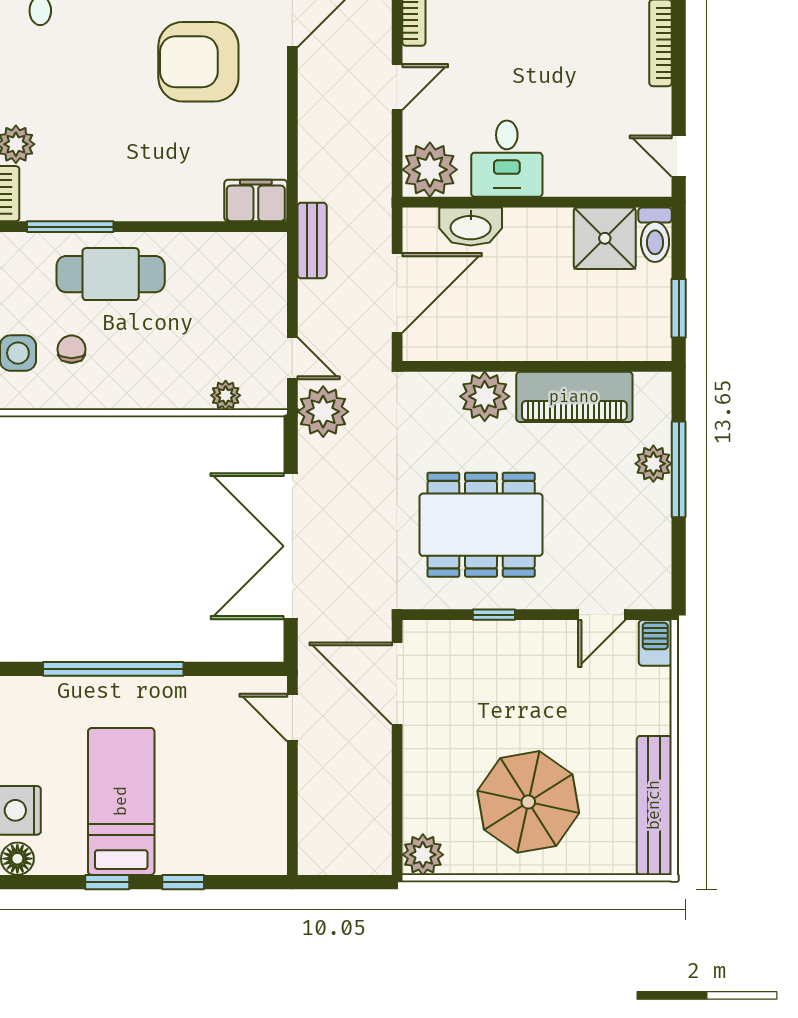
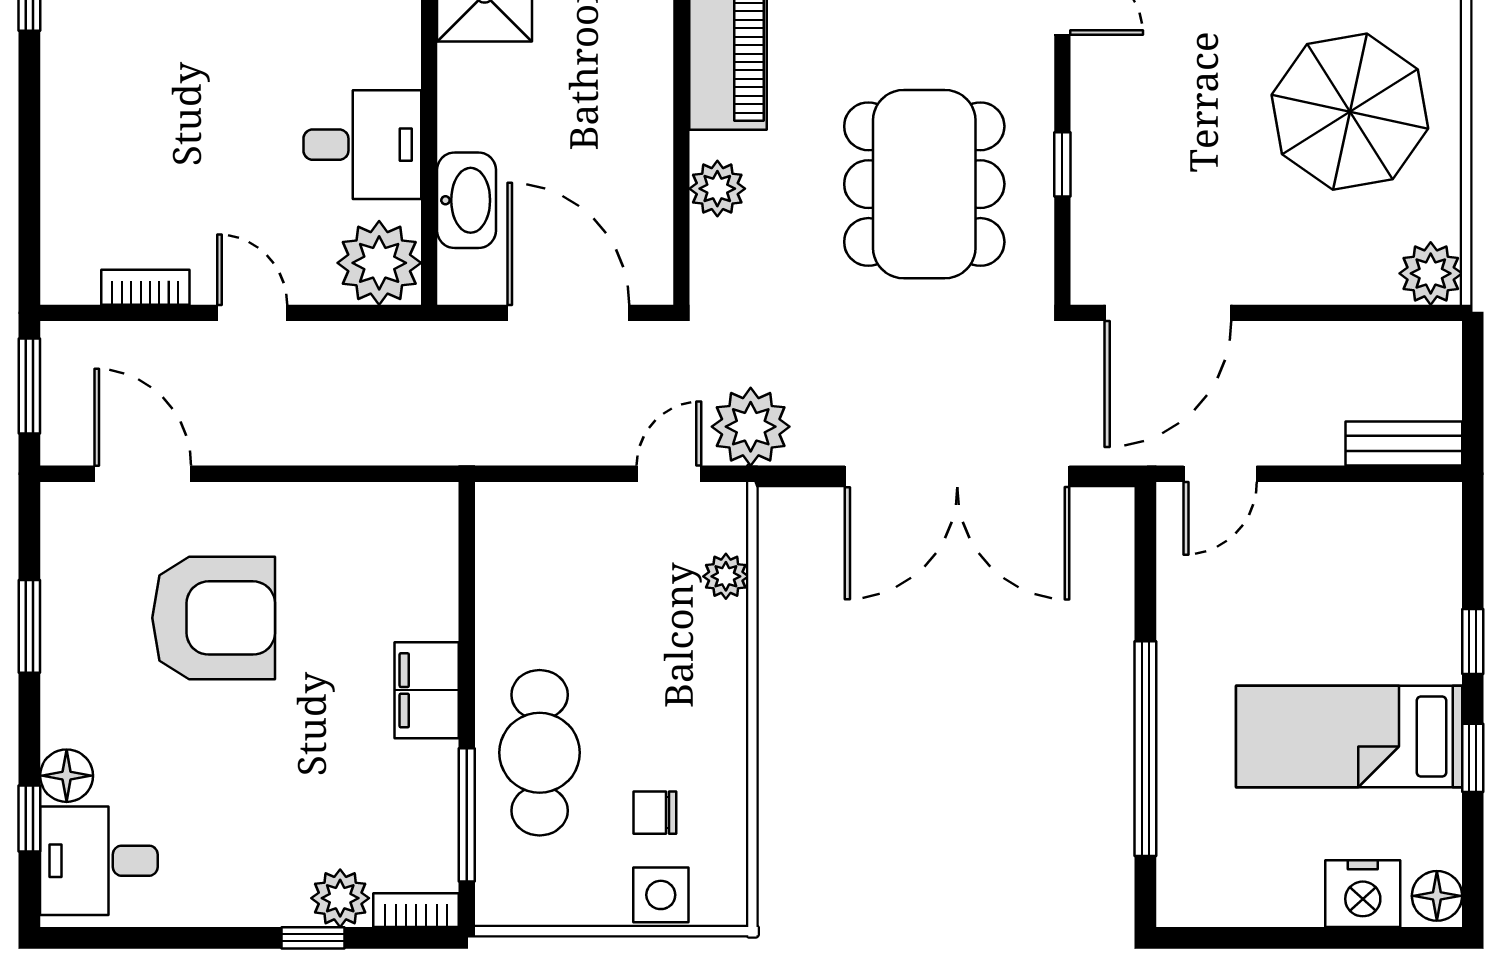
armchair: (198, 62) -> (214, 618), turned -90
filing cabinet: (256, 201) -> (427, 690), moved
bench: (312, 240) -> (1404, 444), moved
plant: (485, 396) -> (717, 189), width x0.73, depth x0.73

